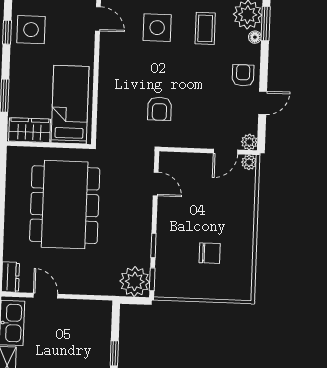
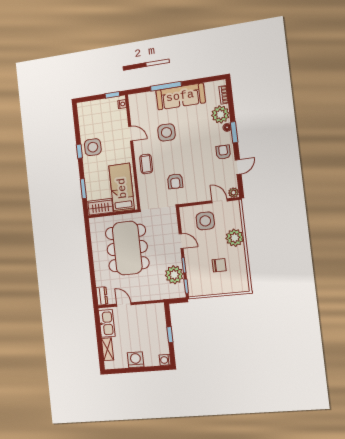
window: (266, 24) -> (234, 132), moved
coffee table: (205, 28) -> (146, 164), moved
door: (225, 152) -> (219, 201), swing flipped
plant: (249, 162) -> (235, 238), moved, width x1.88, depth x1.88
side table: (198, 180) -> (205, 221), added
door: (156, 184) -> (181, 241), moved
plant: (135, 282) -> (174, 275), moved

